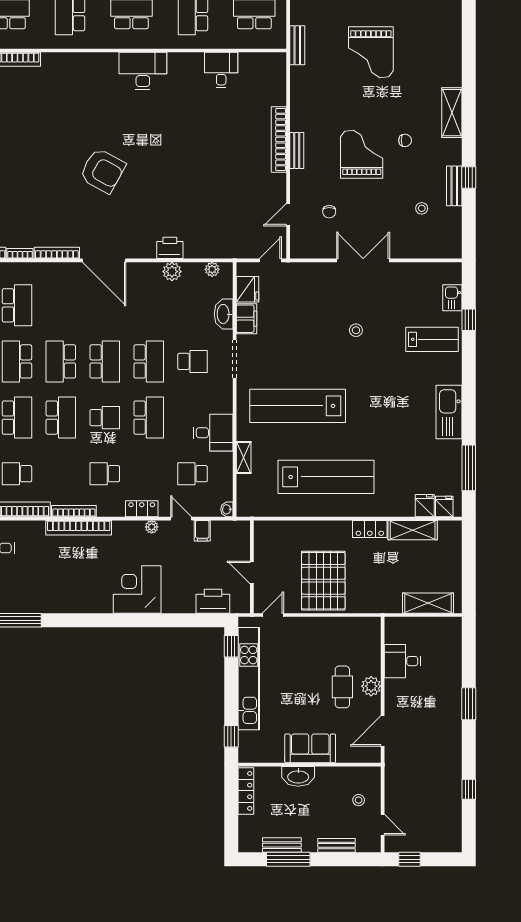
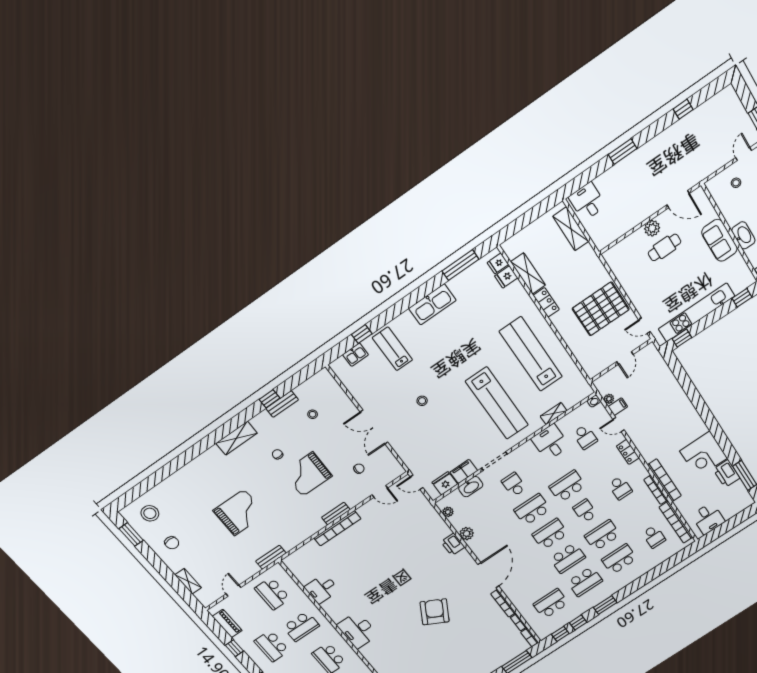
door: (181, 519) -> (619, 425), hinge flipped
plant: (152, 527) -> (609, 399), moved
corner desk: (137, 589) -> (704, 455), moved
printer: (213, 601) -> (726, 474), moved
desk: (403, 661) -> (587, 202), moved, turned 180

